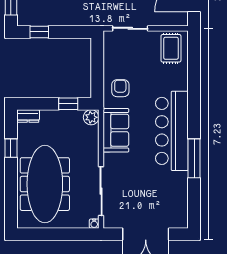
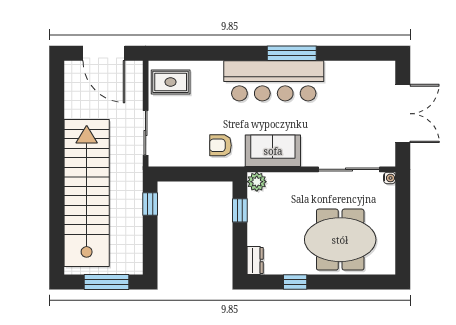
window: (39, 32) -> (150, 204), moved
window: (194, 158) -> (292, 53), moved
meeting table: (45, 184) -> (340, 240), width x0.73

